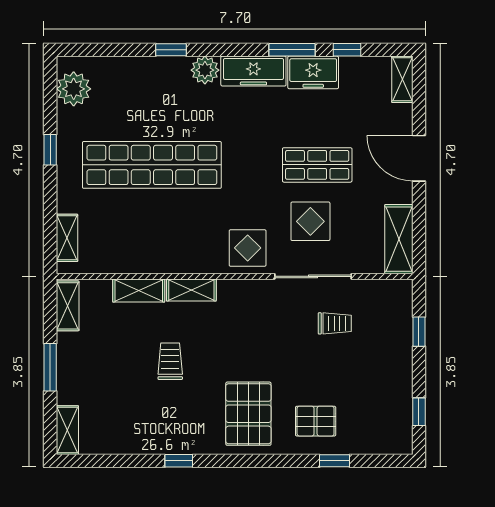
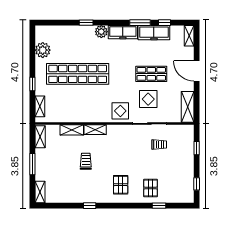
freezer: (313, 72) -> (154, 33), width x1.40
plant: (74, 89) -> (43, 50), moved
window: (50, 150) -> (32, 84), moved
pallet: (248, 414) -> (121, 185), width x0.67, depth x0.71
pallet: (316, 421) -> (151, 188), turned 90

